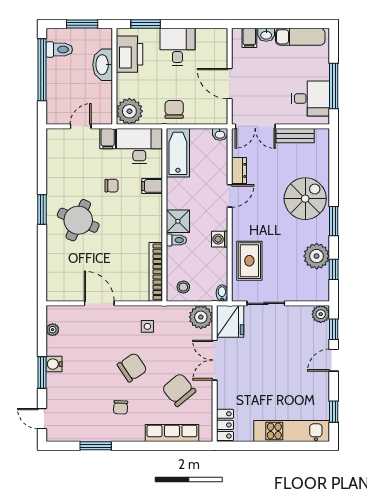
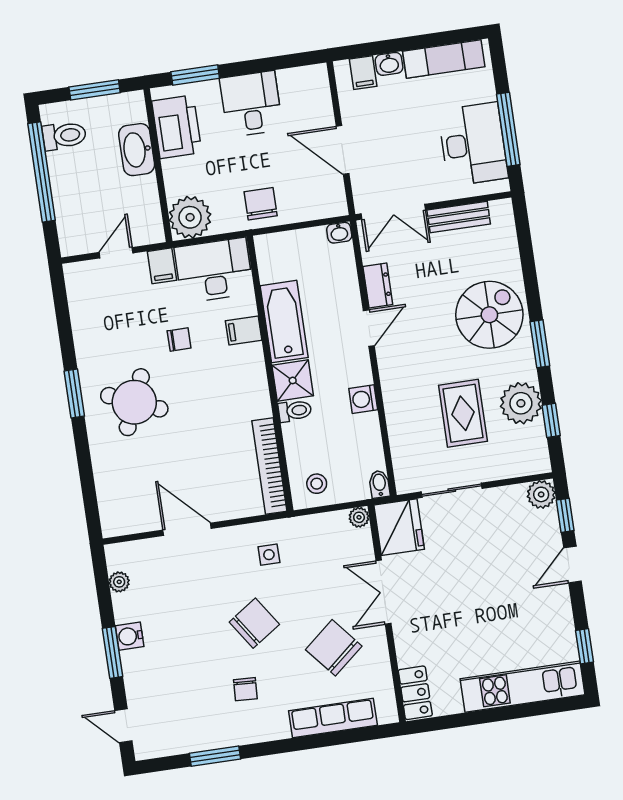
desk: (311, 98) -> (473, 144), width x1.37
bathtub: (178, 153) -> (284, 322), moved
rug: (249, 261) -> (463, 413), moved
plant: (201, 317) -> (359, 517), width x0.53, depth x0.53

